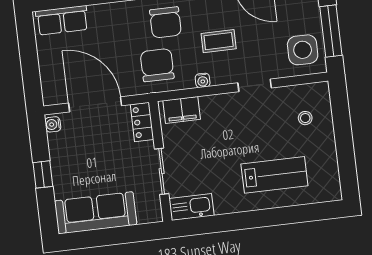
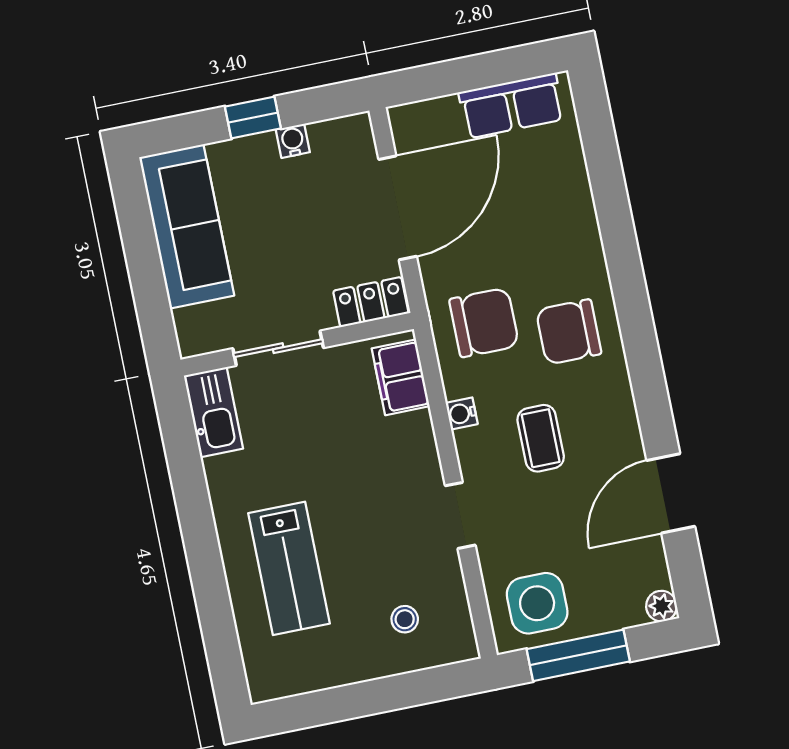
row of seats: (62, 20) -> (512, 106), moved, turned -90
water cooler: (53, 124) -> (293, 141), moved

